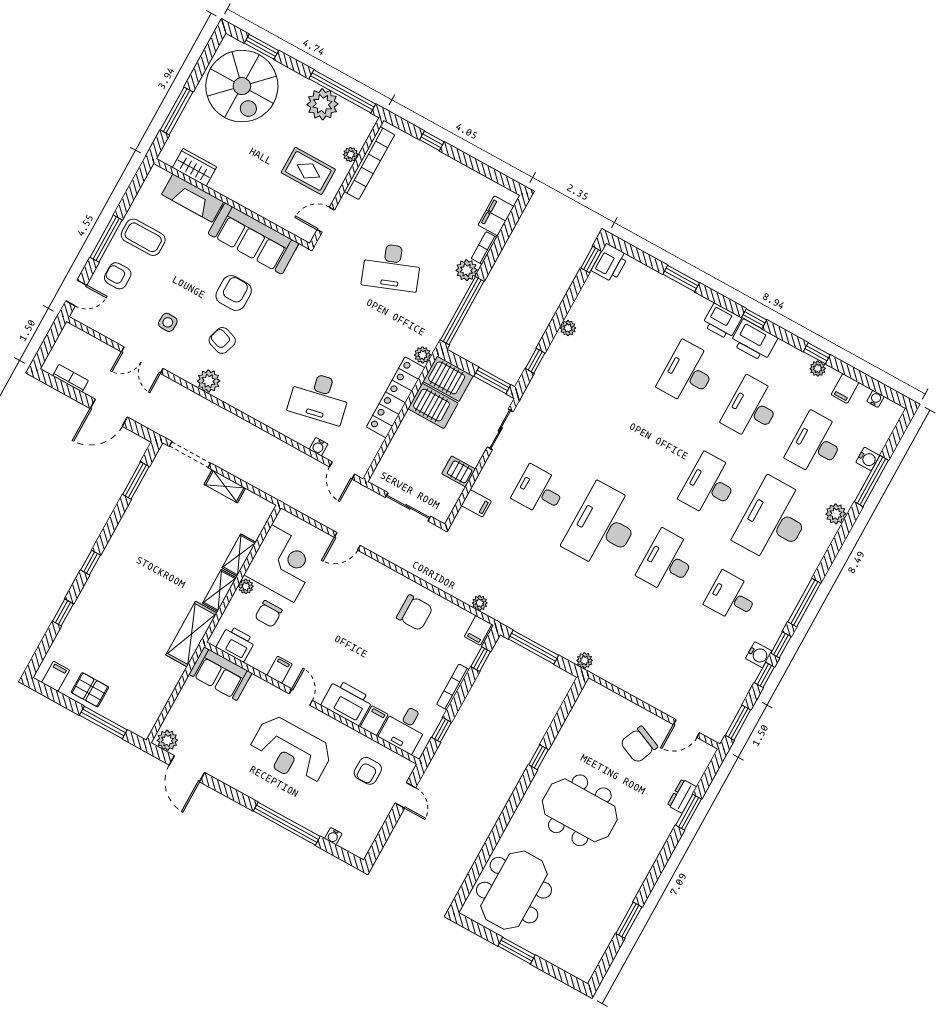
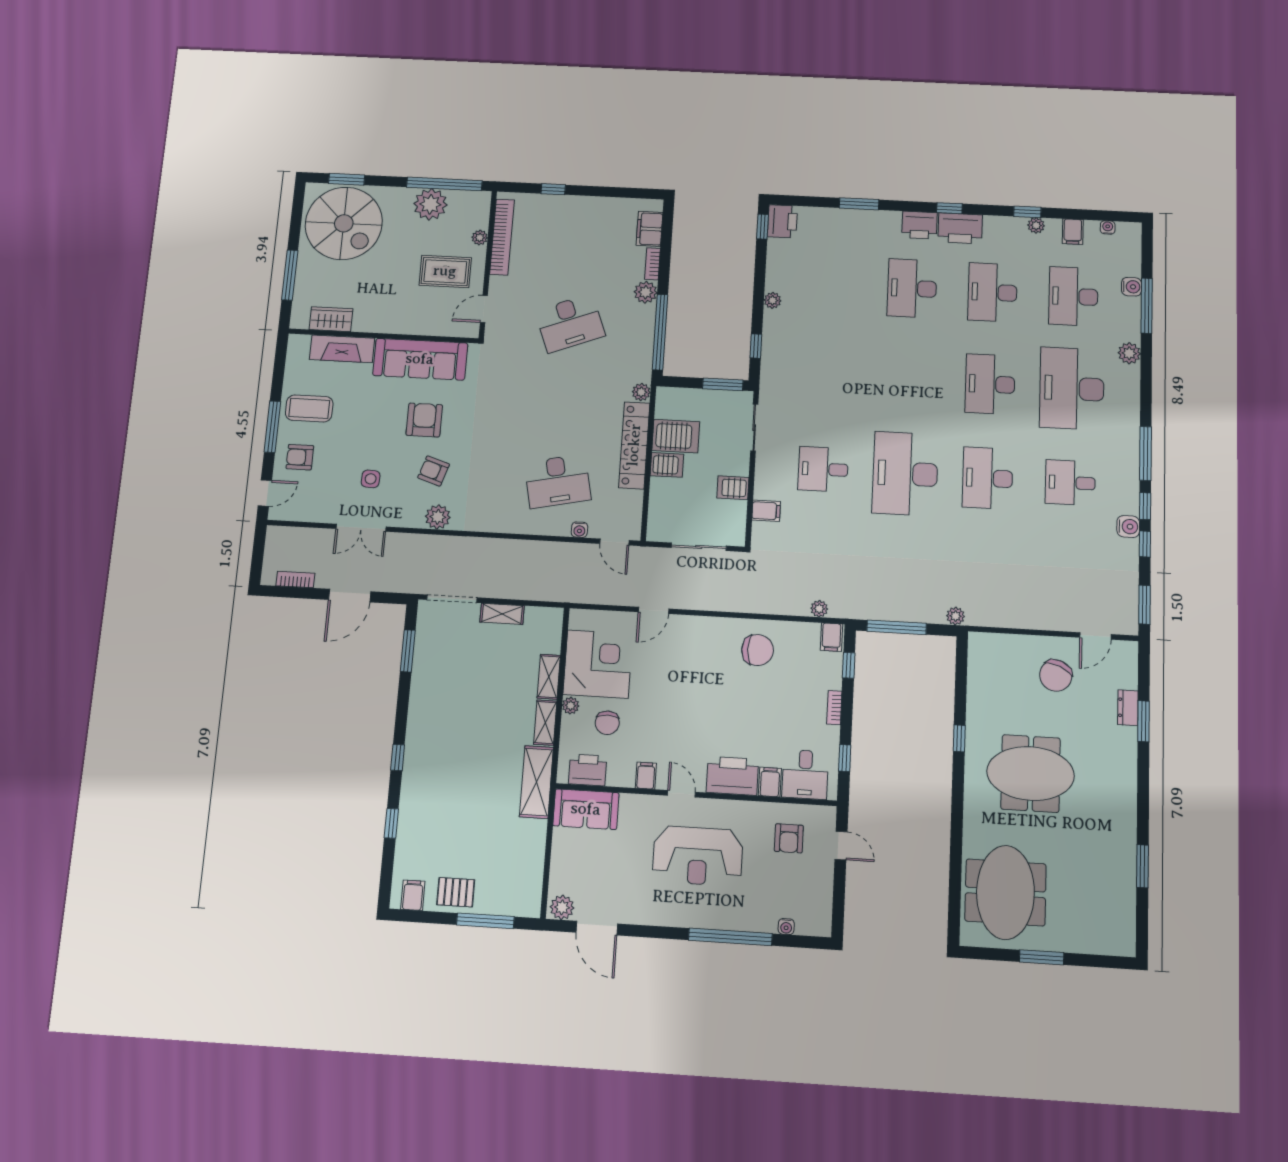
server rack: (448, 379) -> (667, 465), moved, width x0.73, depth x0.70
bookcase: (453, 687) -> (834, 708), width x0.64

